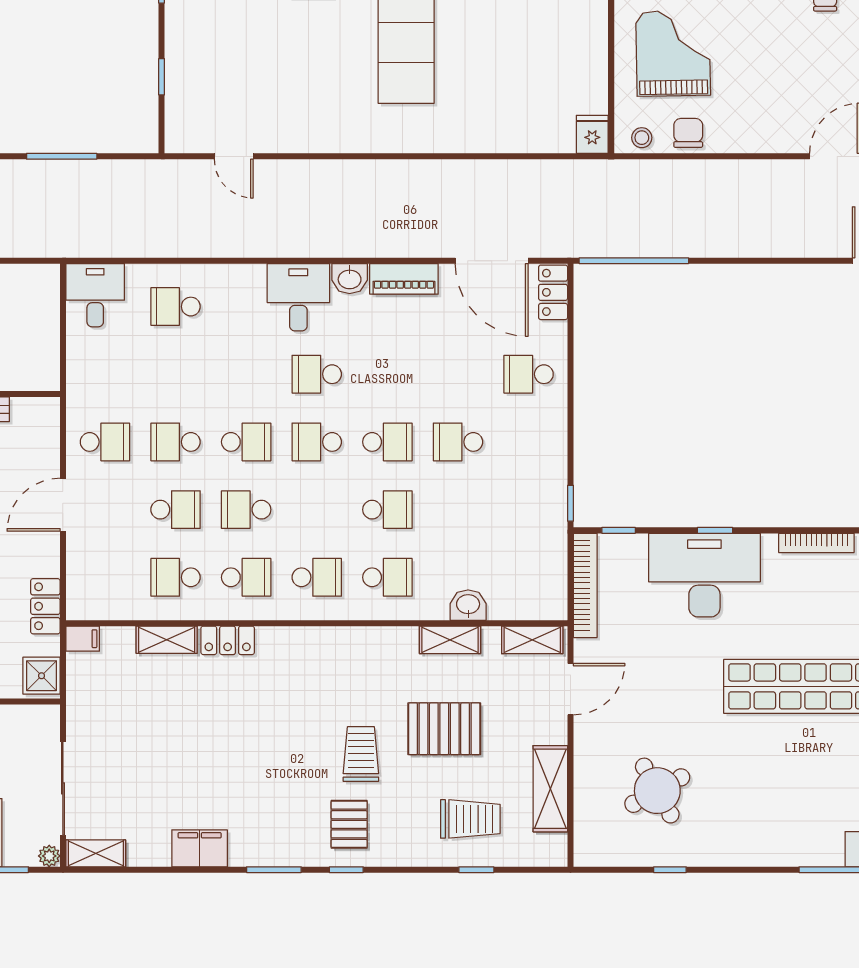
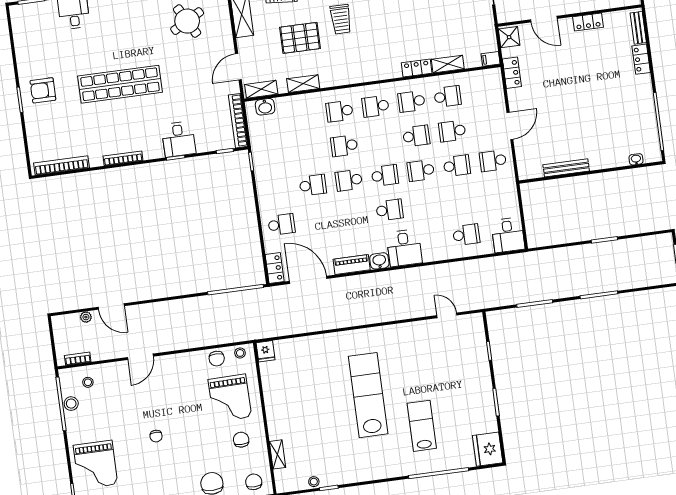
desk: (704, 575) -> (179, 139), width x0.53, depth x0.77
washbasin: (468, 605) -> (265, 107), moved

